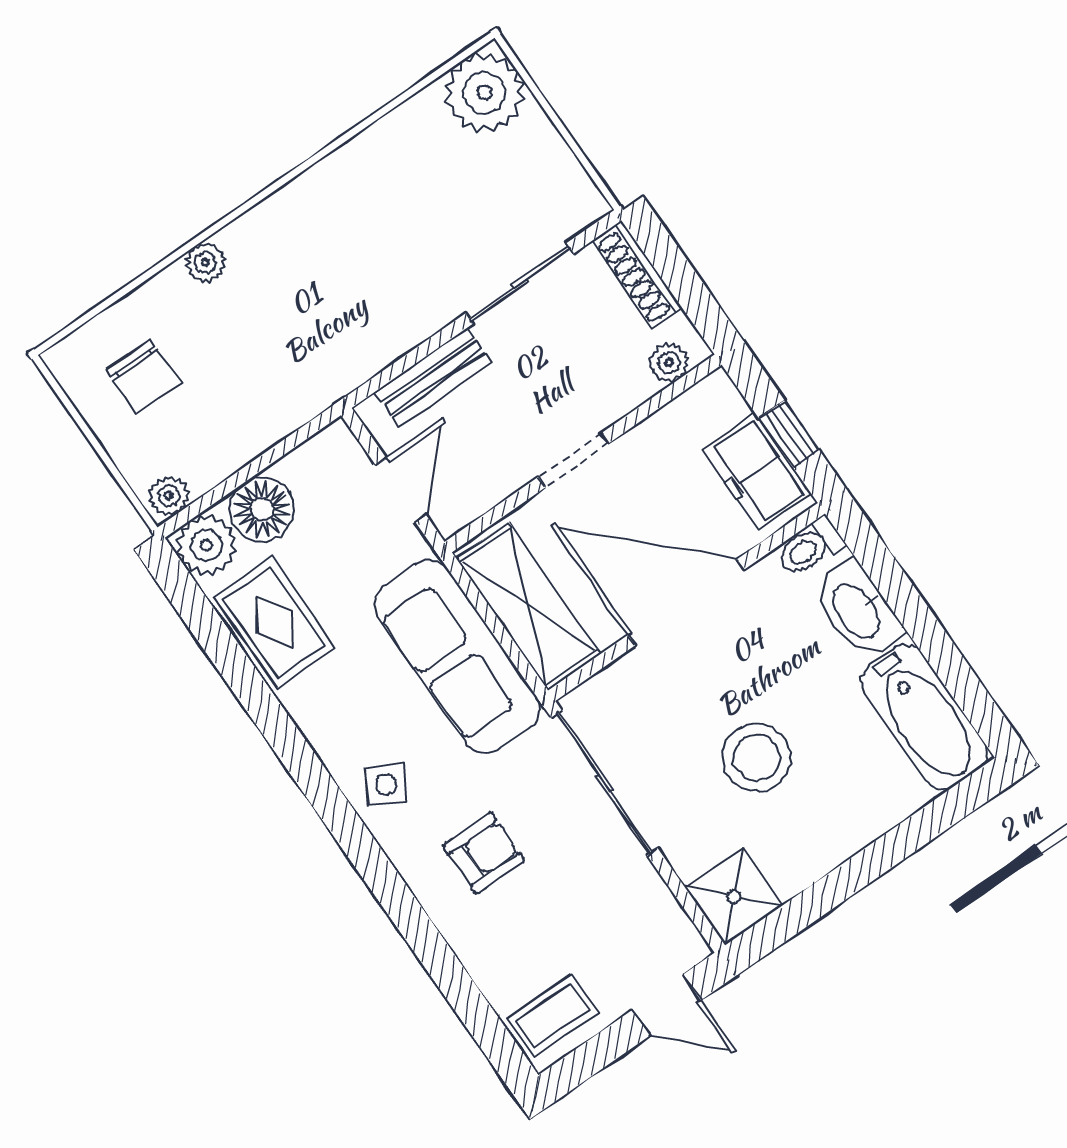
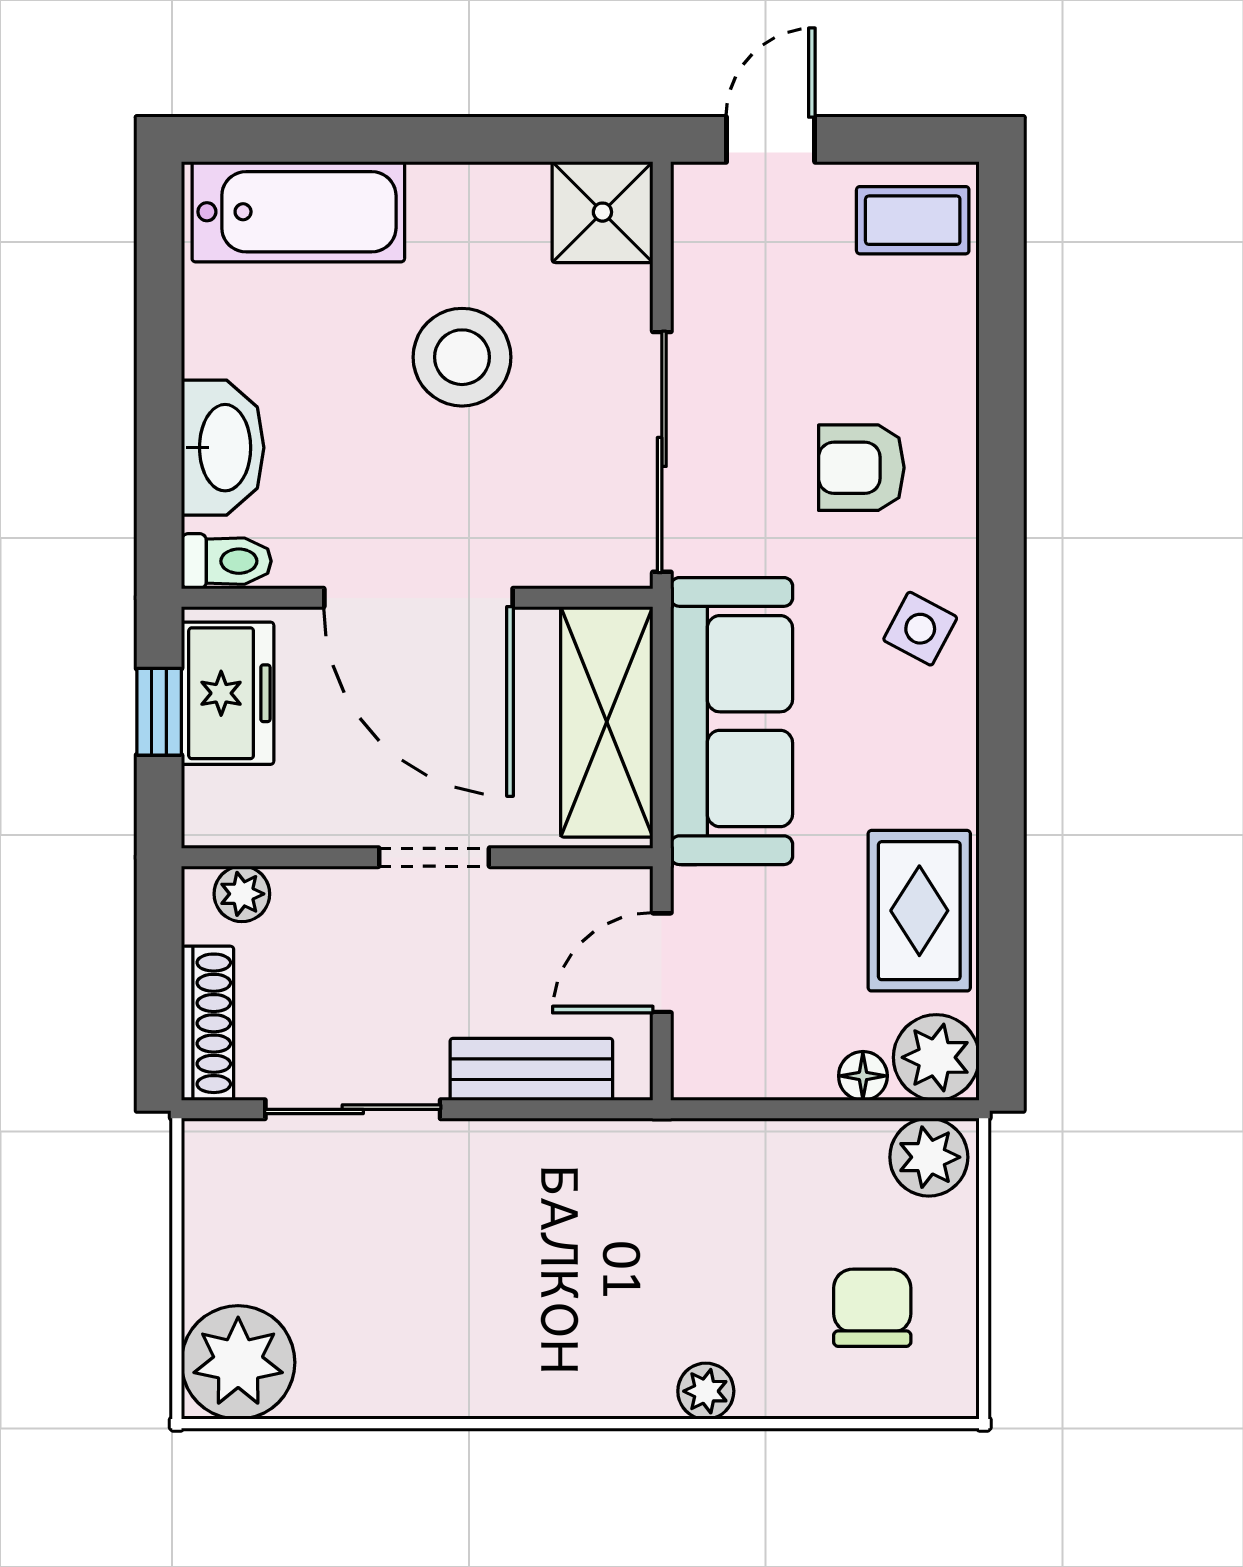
plant: (169, 496) -> (929, 1157), width x1.38, depth x1.38
floor lamp: (262, 509) -> (863, 1076), width x0.53, depth x0.53
bathtub: (924, 717) -> (298, 212), moved, turned 90
door: (666, 1005) -> (771, 139), hinge flipped

